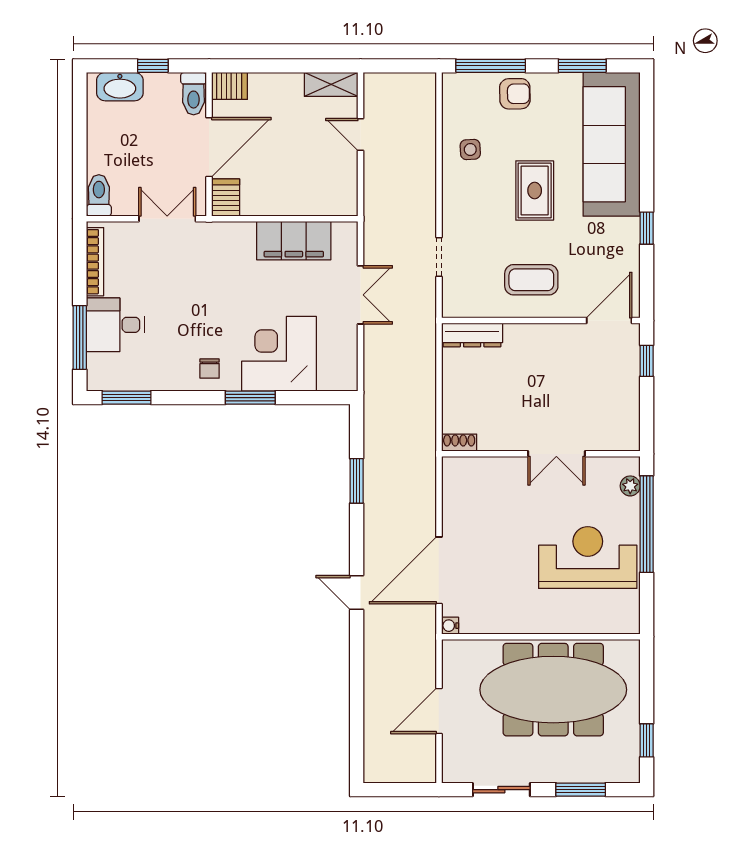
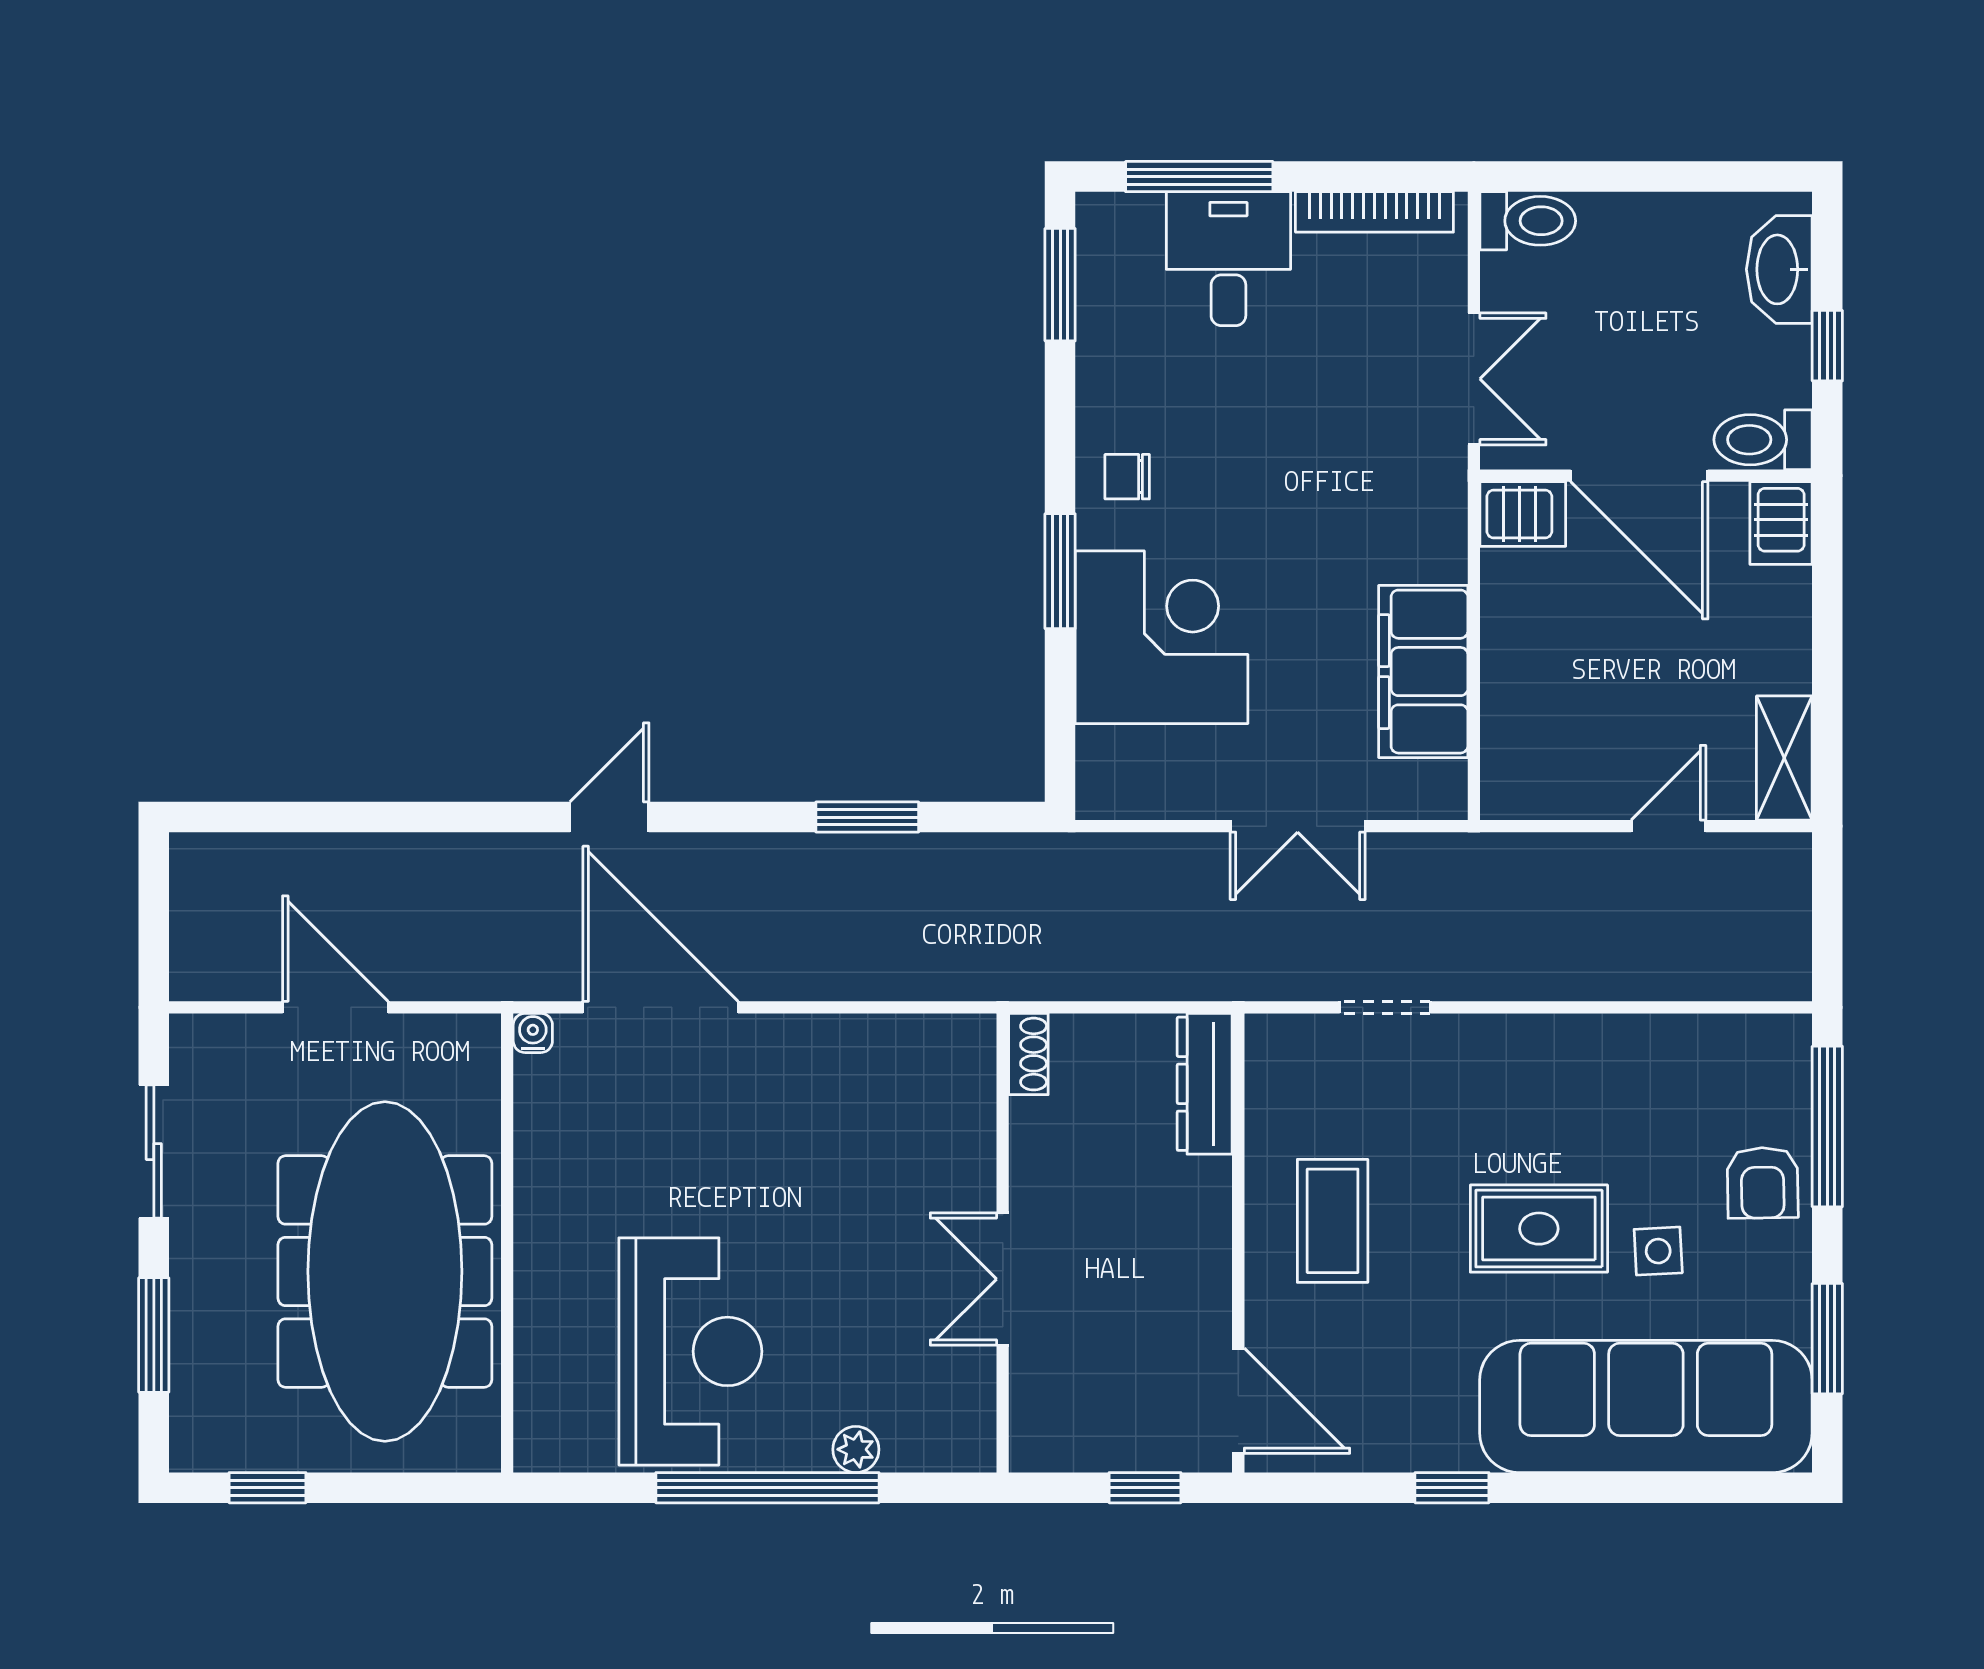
side table: (470, 150) -> (1658, 1251), moved
shoe rack: (459, 443) -> (1028, 1054), moved
wall: (541, 454) -> (1003, 1243), moved
double door: (556, 454) -> (1003, 1279), moved

